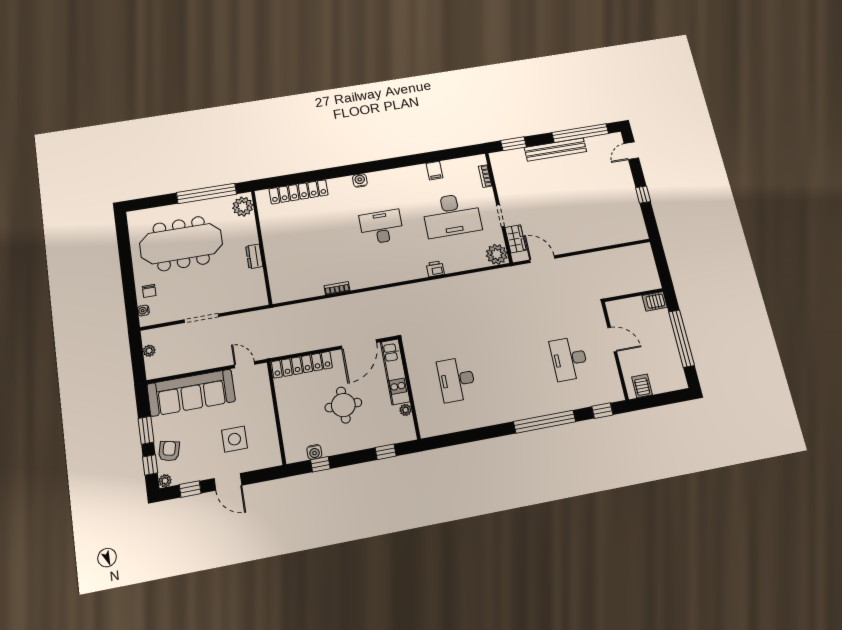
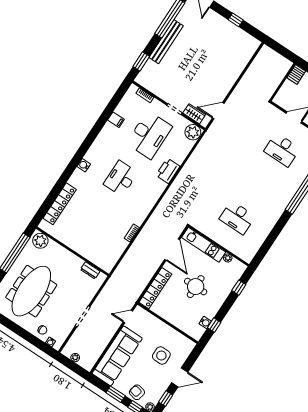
dresser: (254, 256) -> (90, 270), moved
printer: (435, 269) -> (168, 171), width x1.87, depth x1.48

